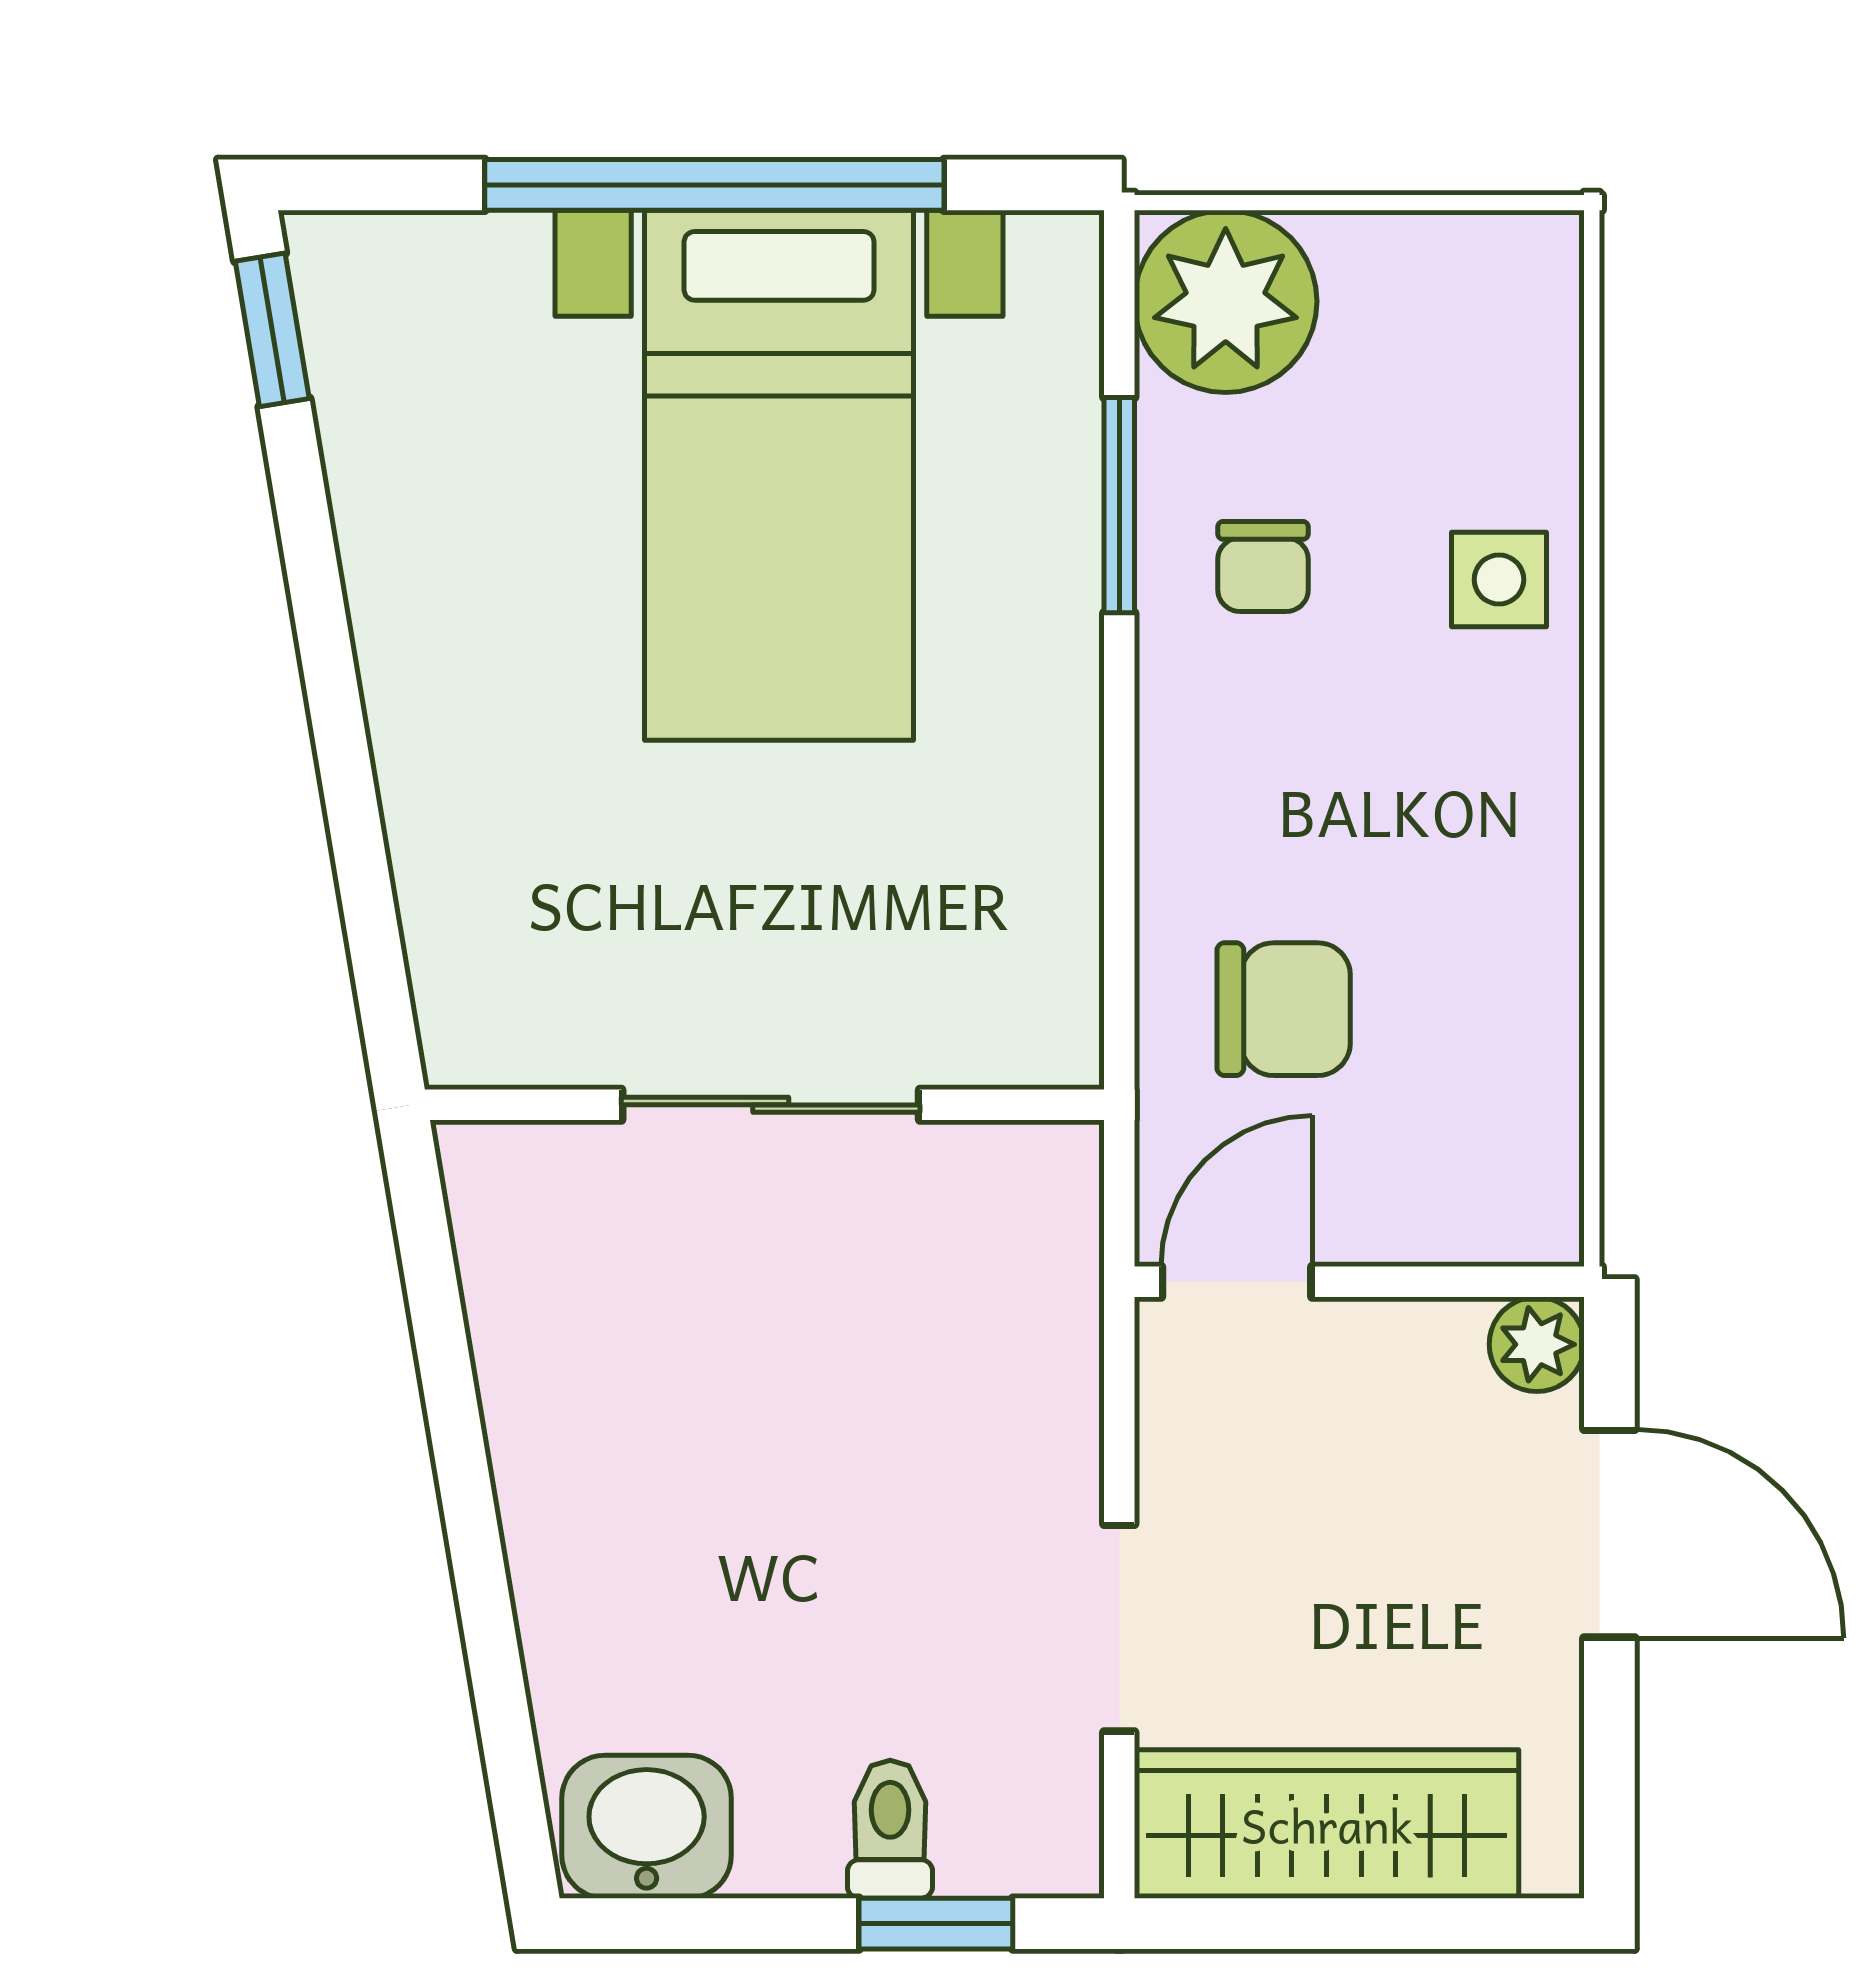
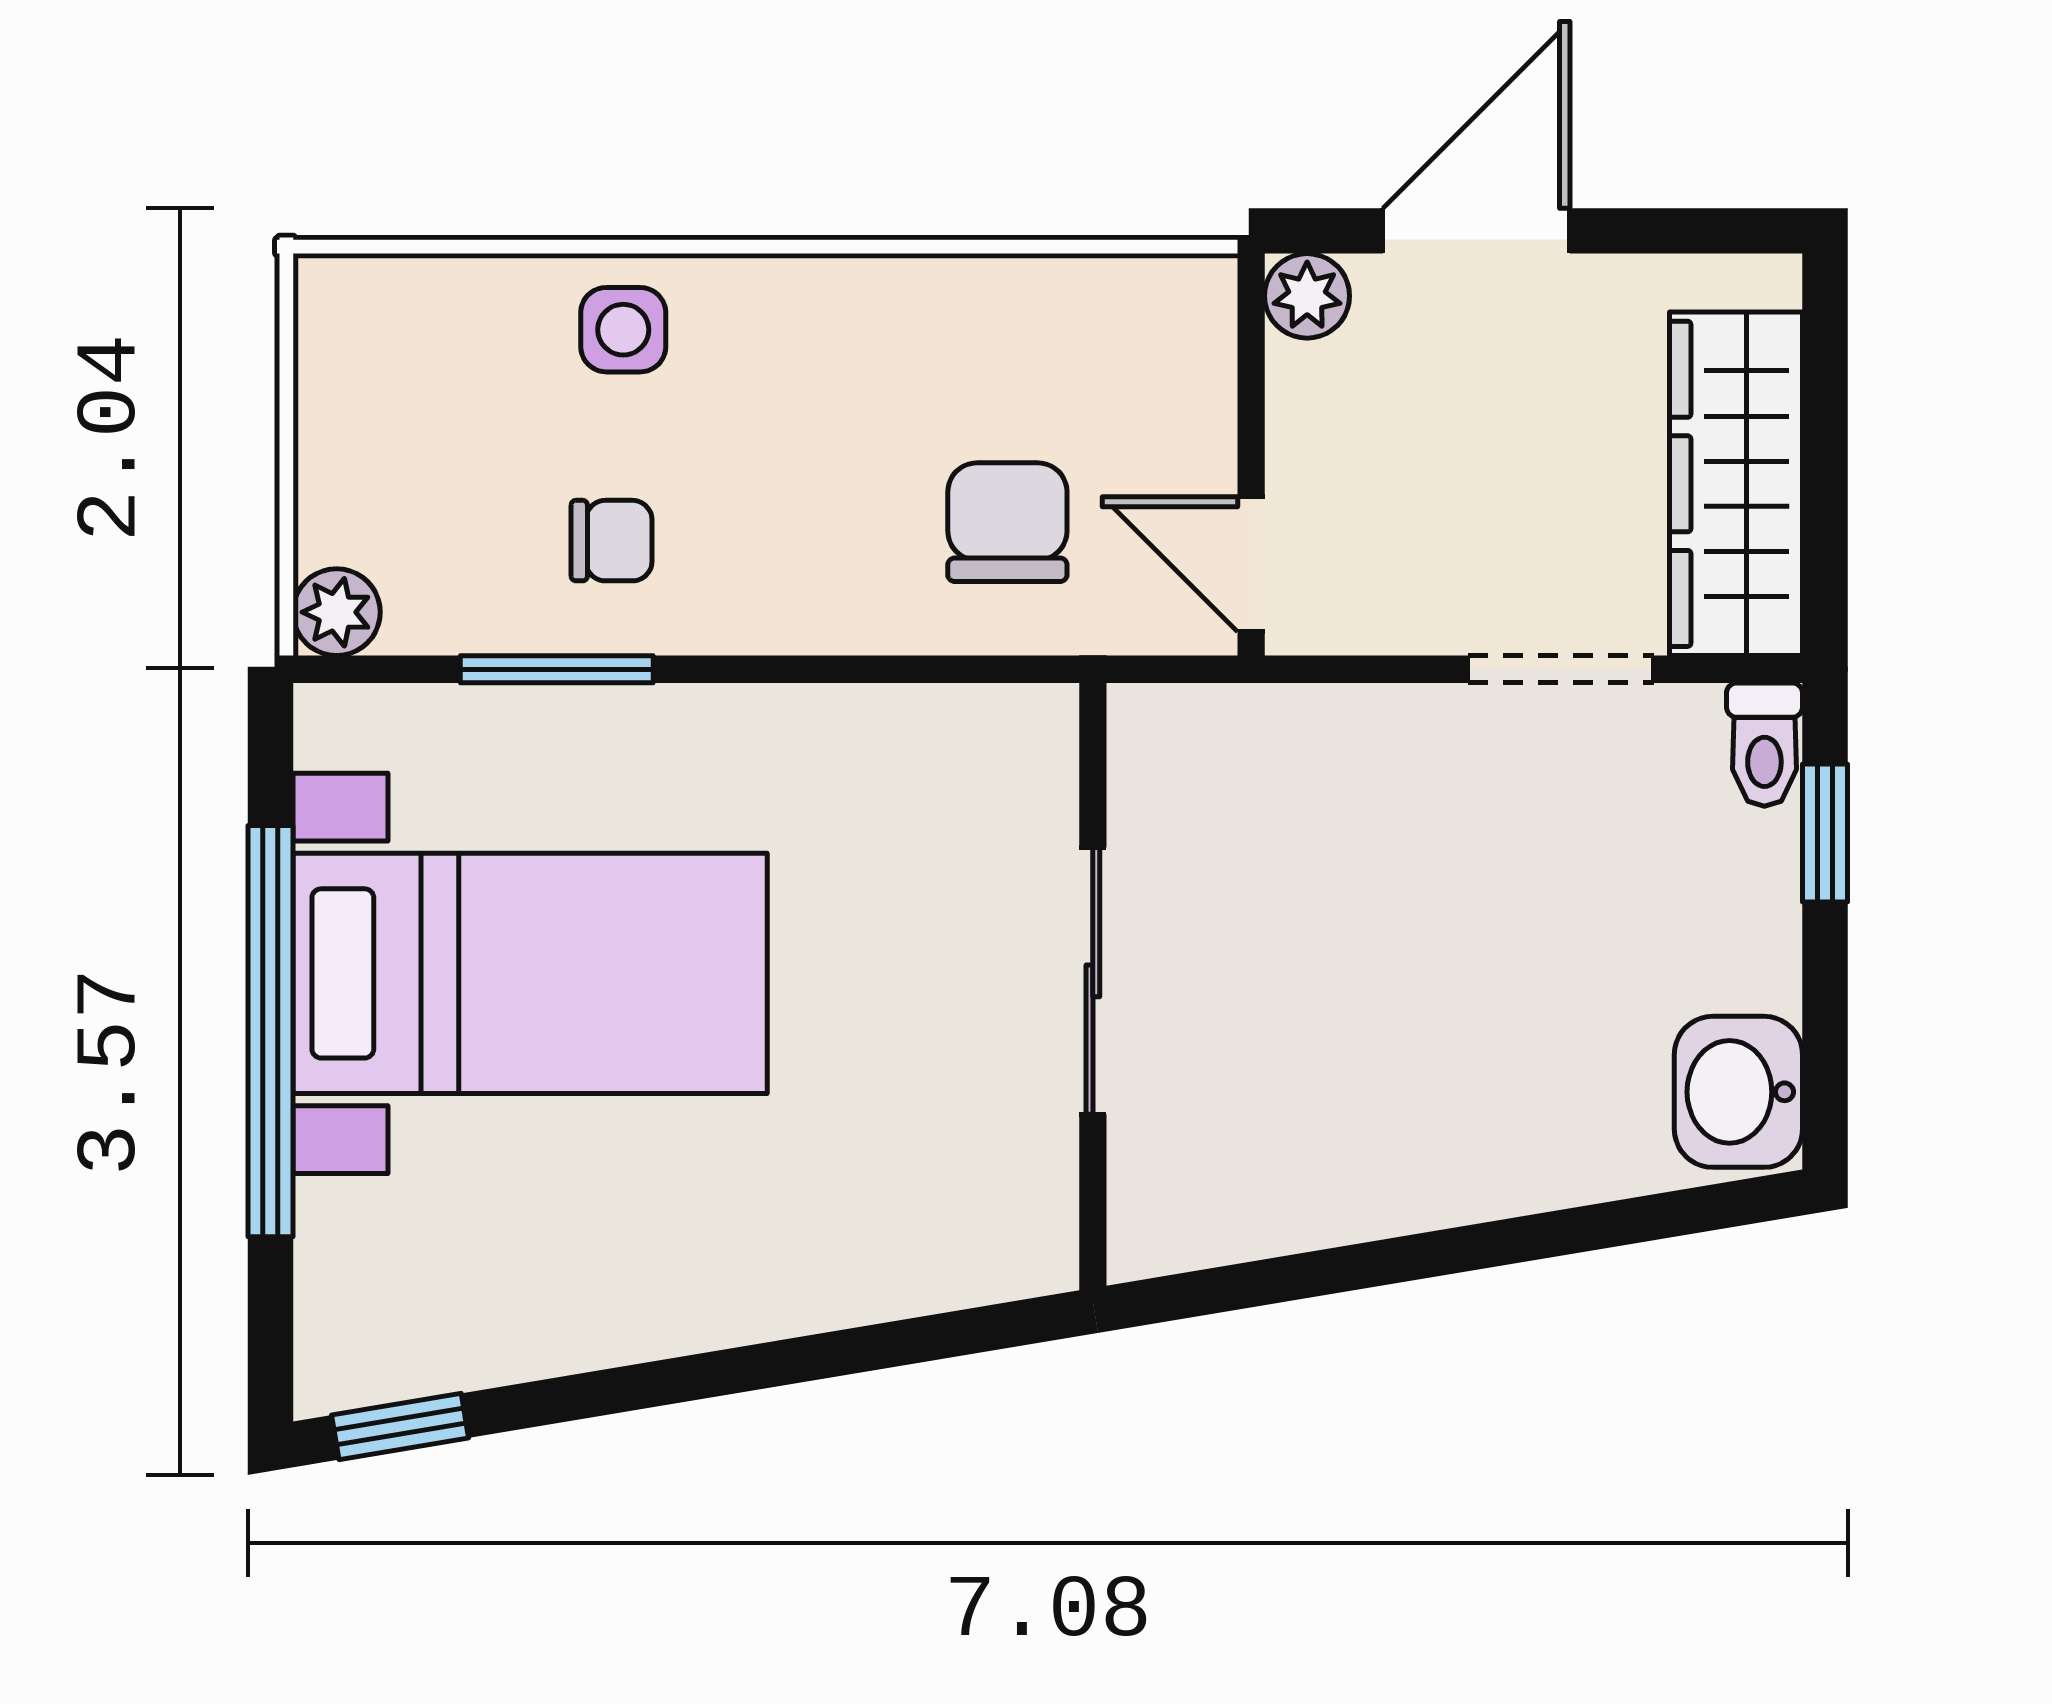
plant: (1226, 301) -> (337, 612), width x0.53, depth x0.53
toilet: (890, 1829) -> (1764, 745), moved, turned -90

